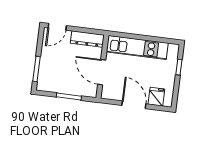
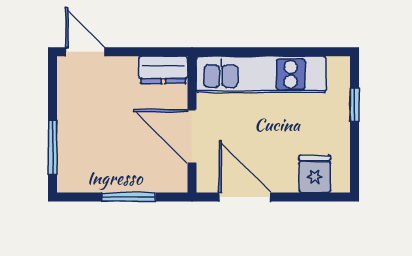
door: (57, 27) -> (85, 52), swing flipped
dresser: (87, 39) -> (163, 70), width x0.70
door: (134, 105) -> (245, 197), moved

